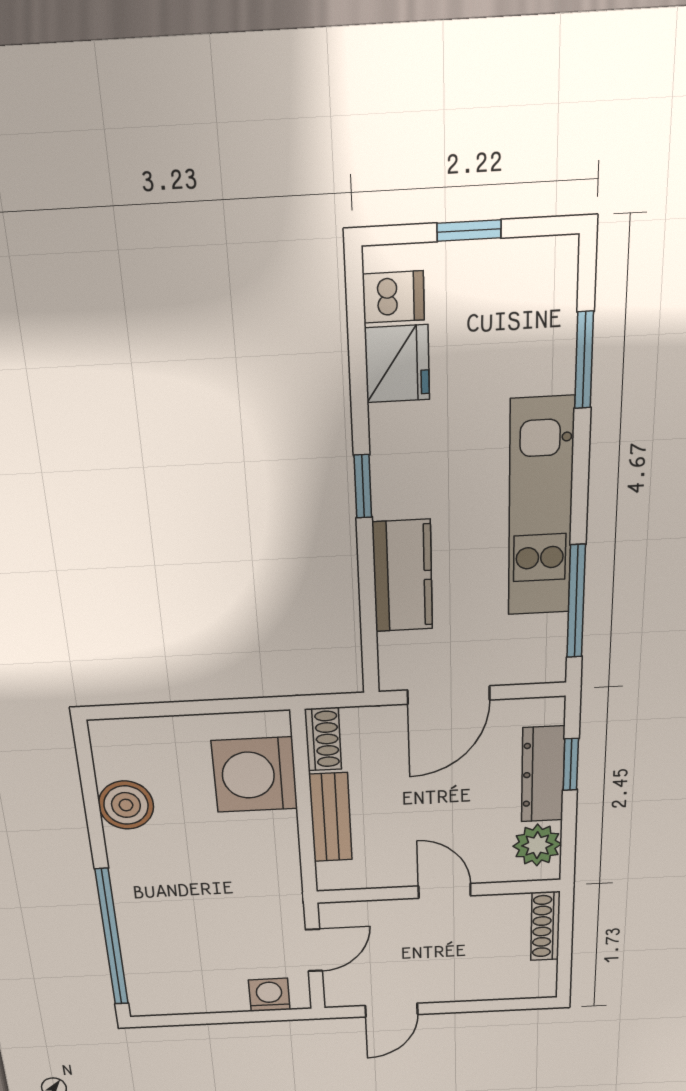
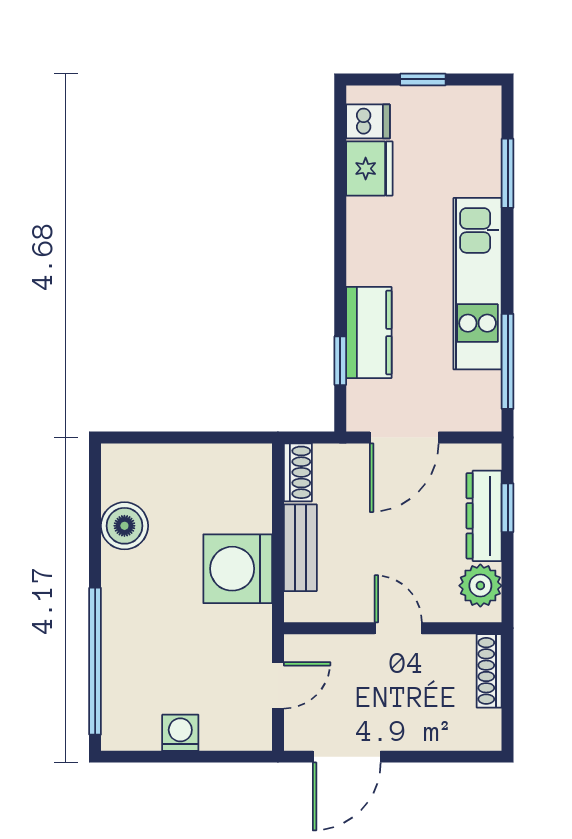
window: (363, 486) -> (340, 361), moved
washing machine: (255, 775) -> (238, 569), moved
washing machine: (269, 995) -> (180, 733), moved
door: (391, 1010) -> (347, 757), width x1.38

